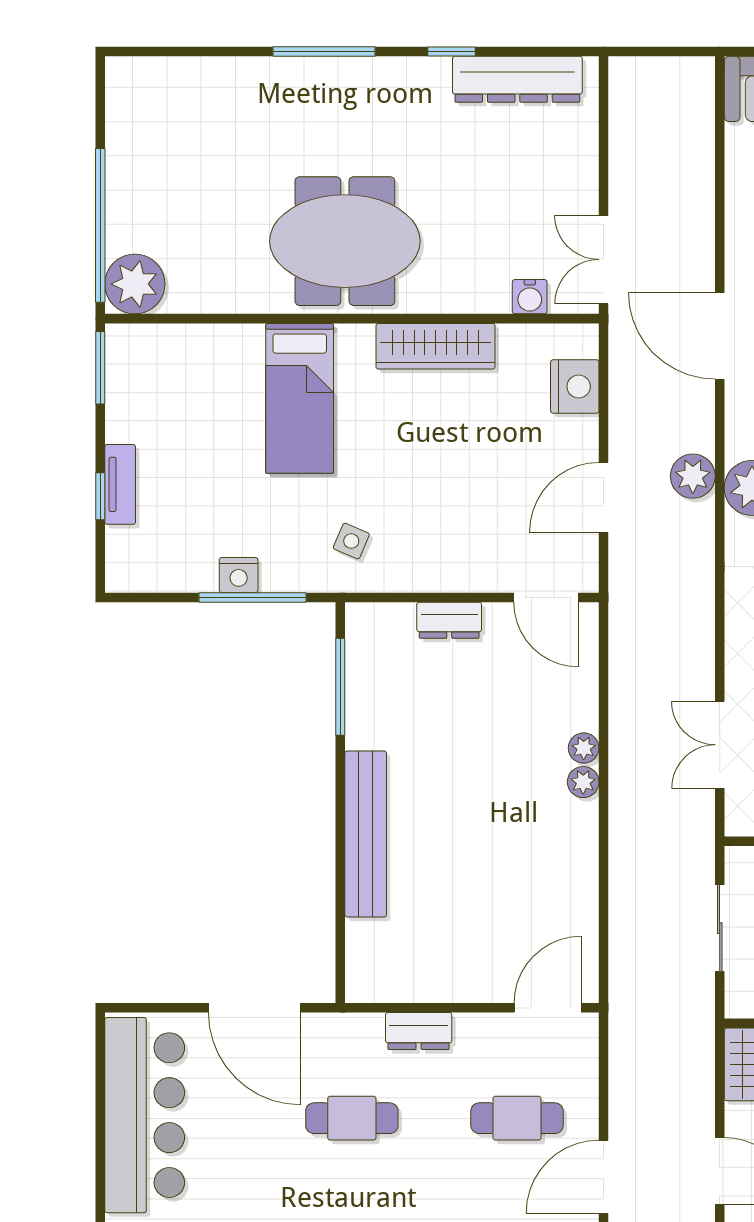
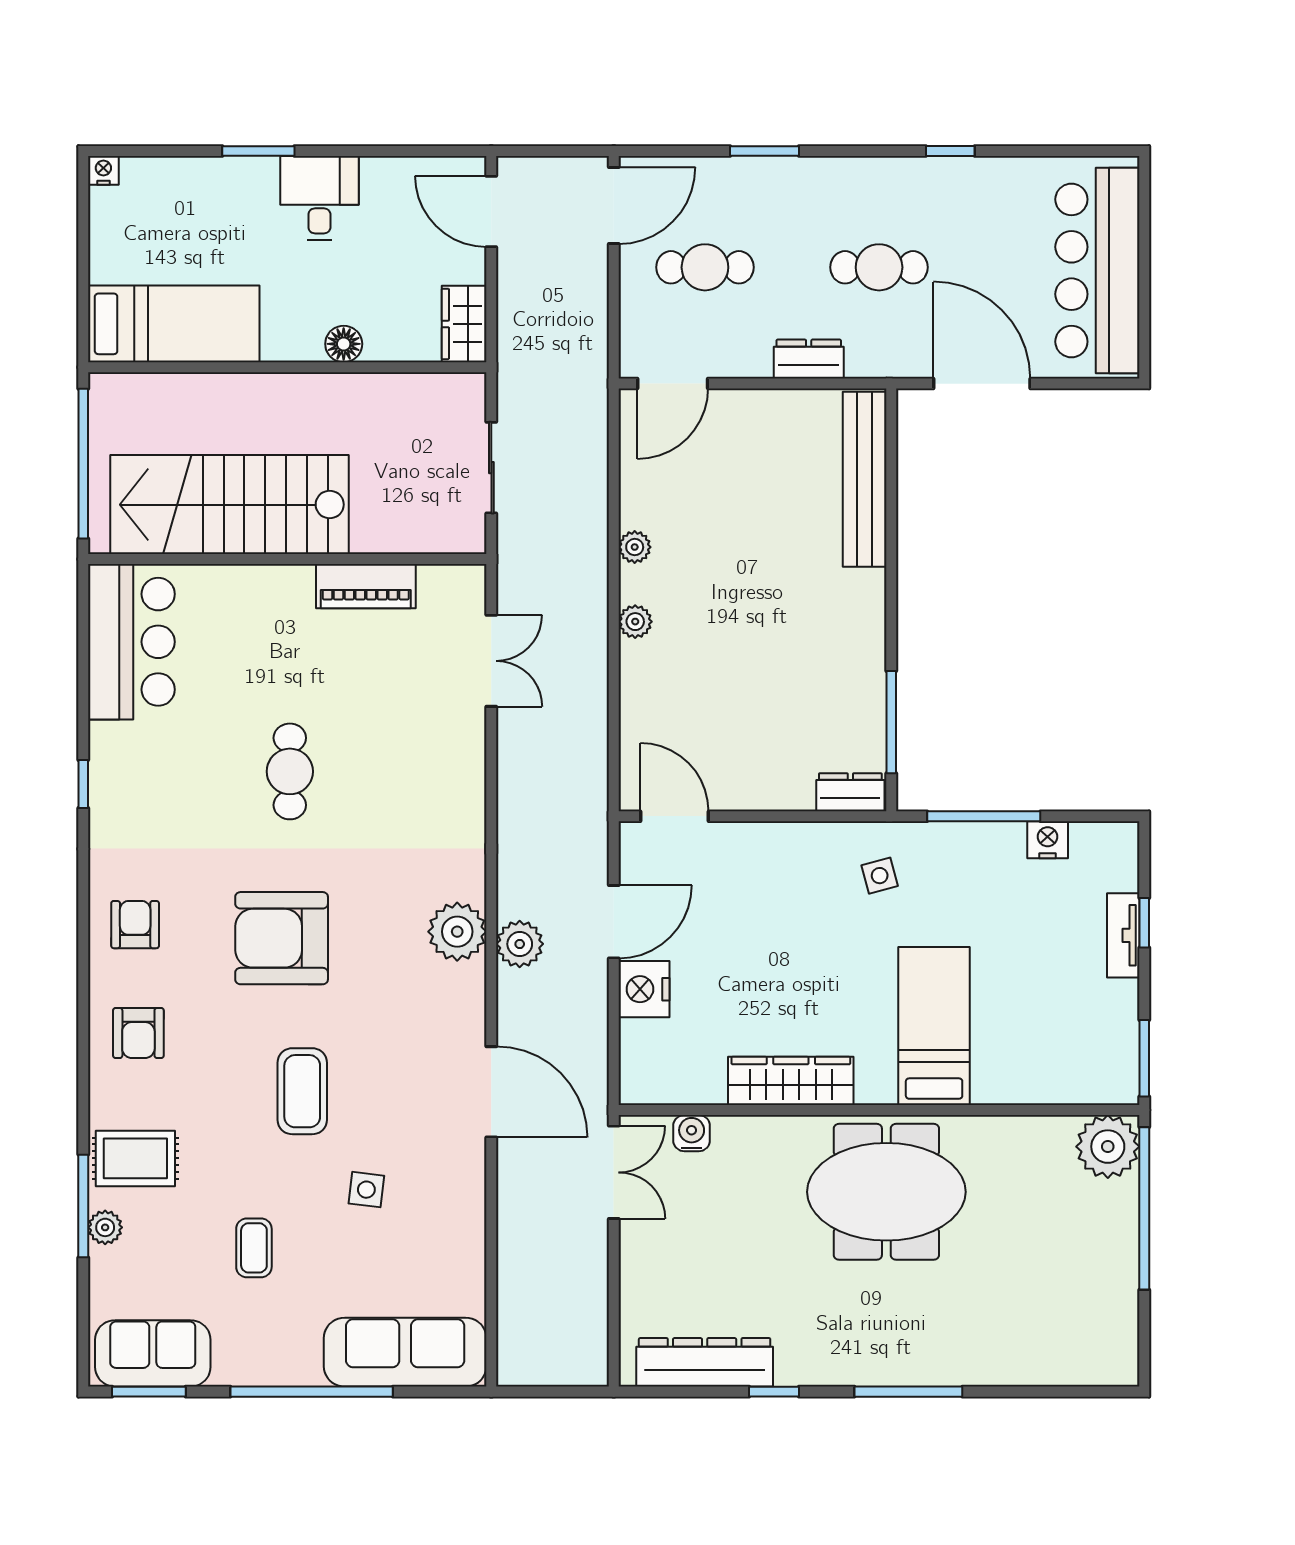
nightstand: (575, 386) -> (644, 989), moved
side table: (351, 541) -> (880, 876), turned -38
nightstand: (239, 575) -> (1048, 840), moved
dresser: (449, 620) -> (850, 792), moved
plant: (584, 748) -> (635, 547), moved
bench: (366, 834) -> (865, 479), moved

